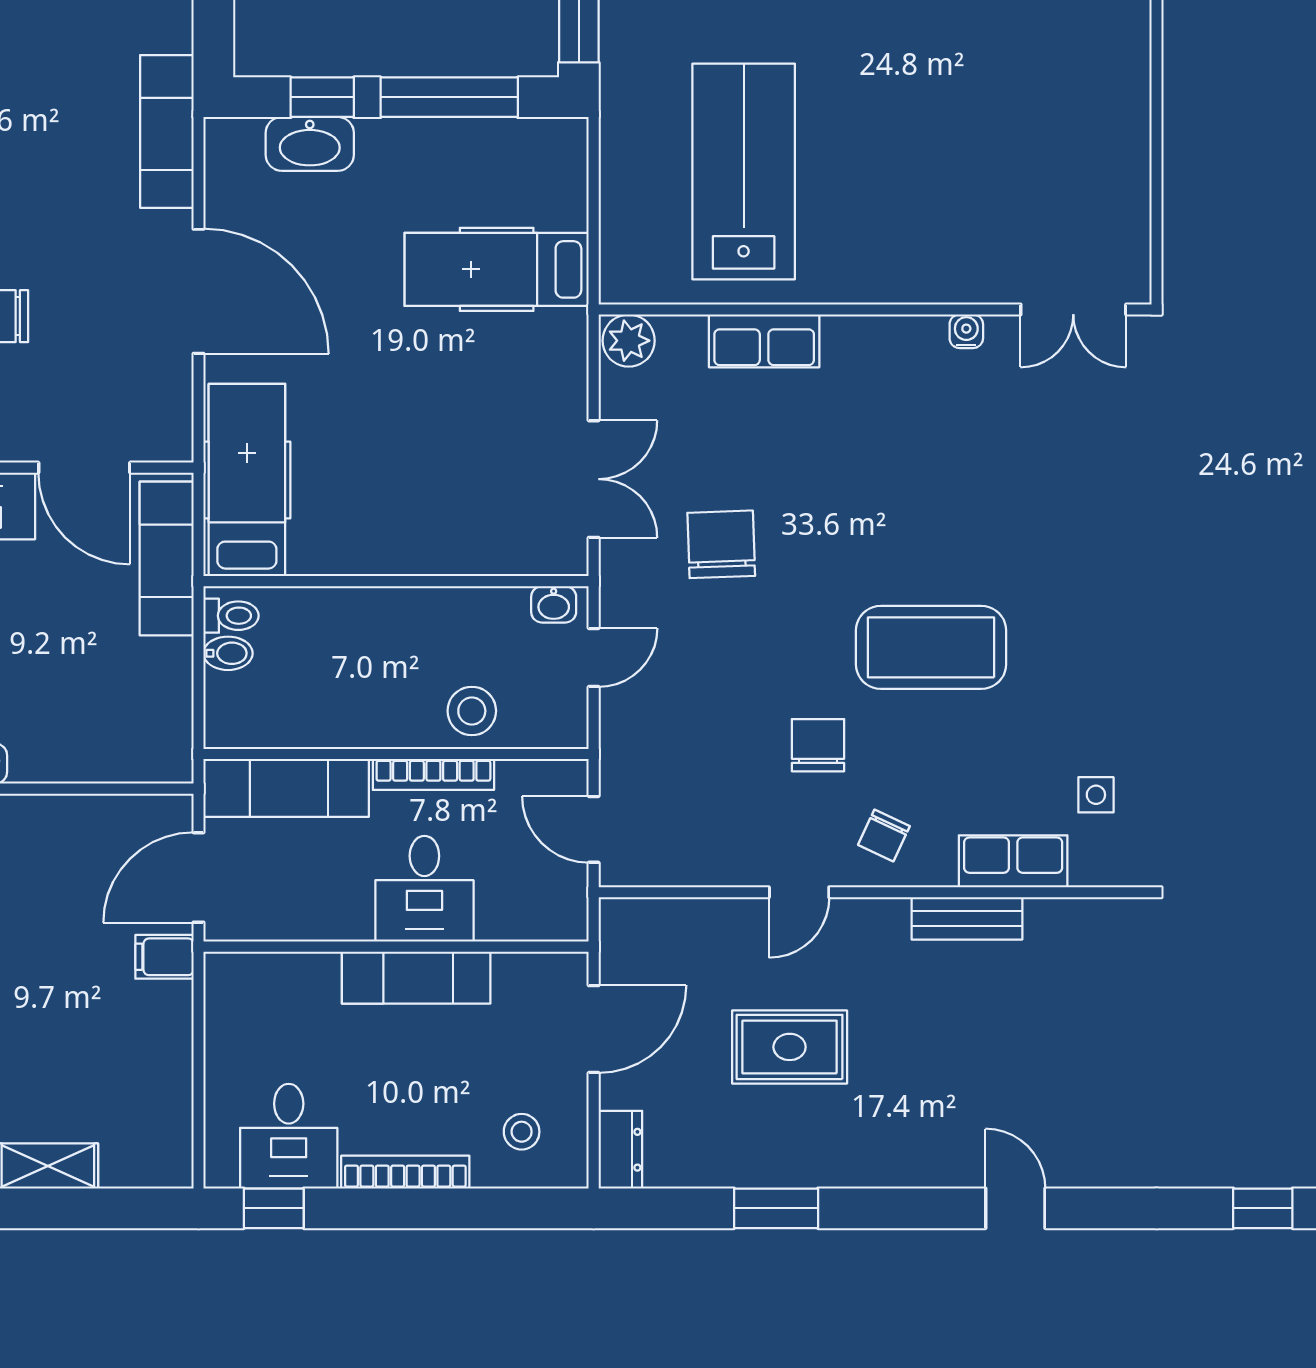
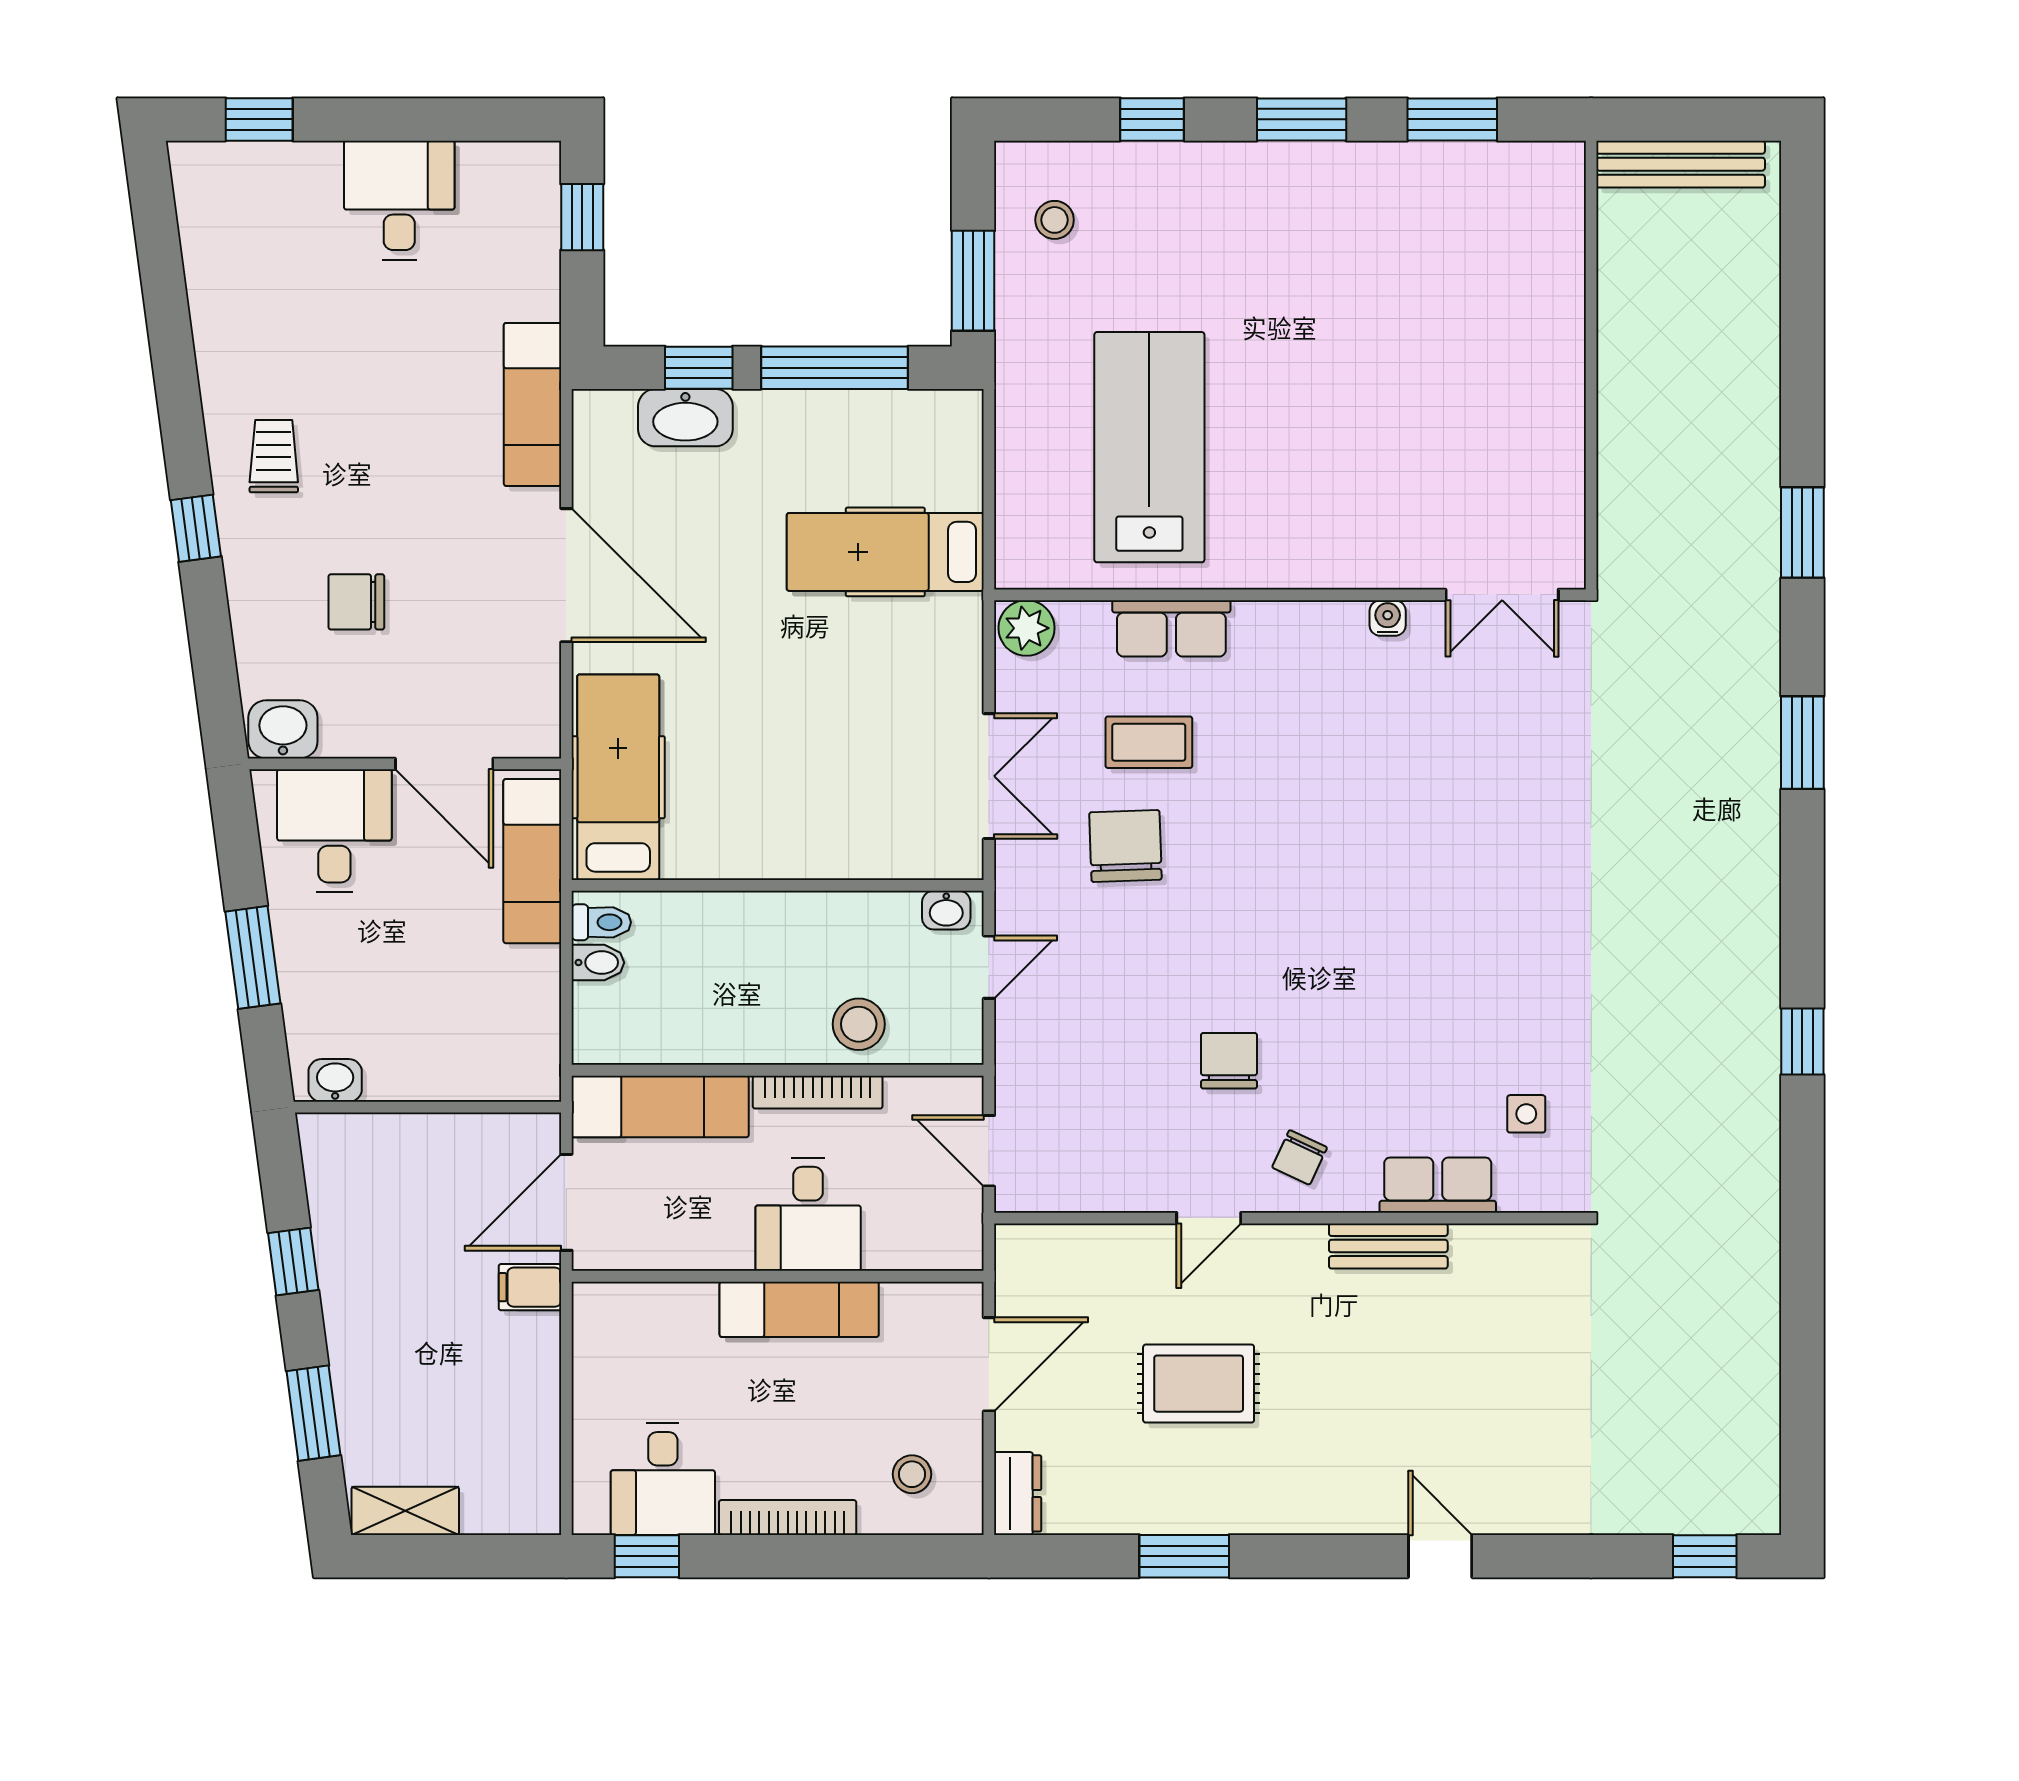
coffee table: (931, 647) -> (1149, 742), moved, width x0.54, depth x0.58

